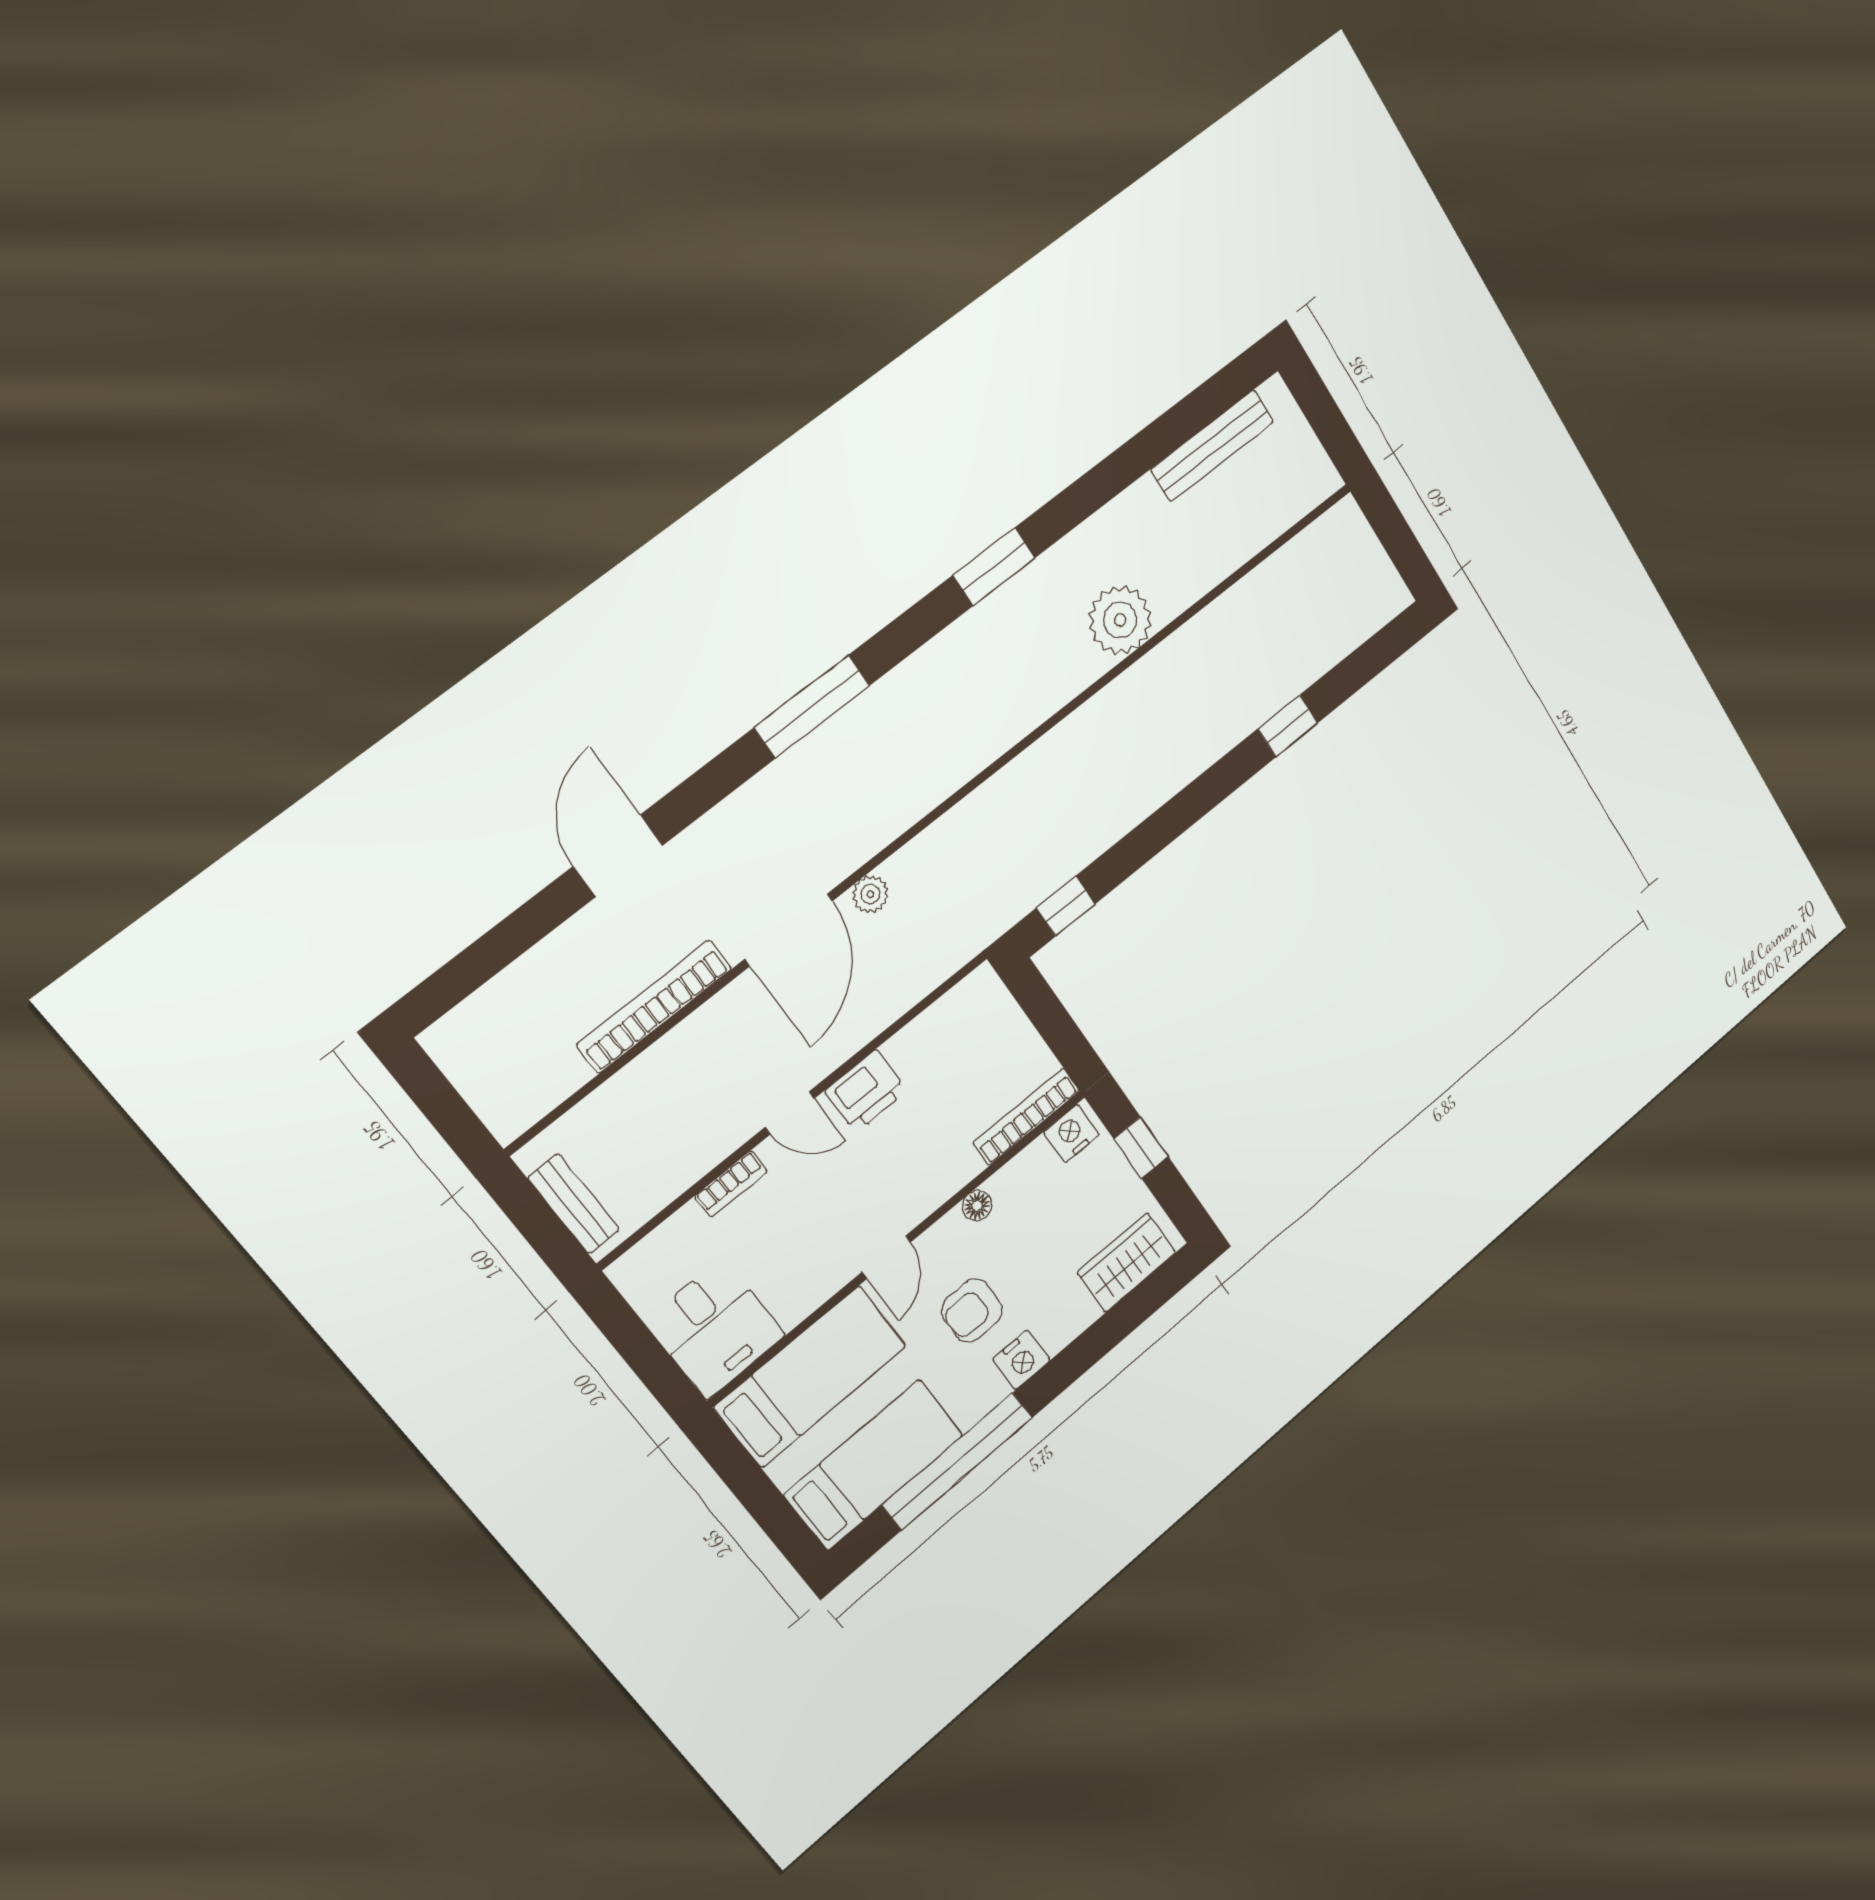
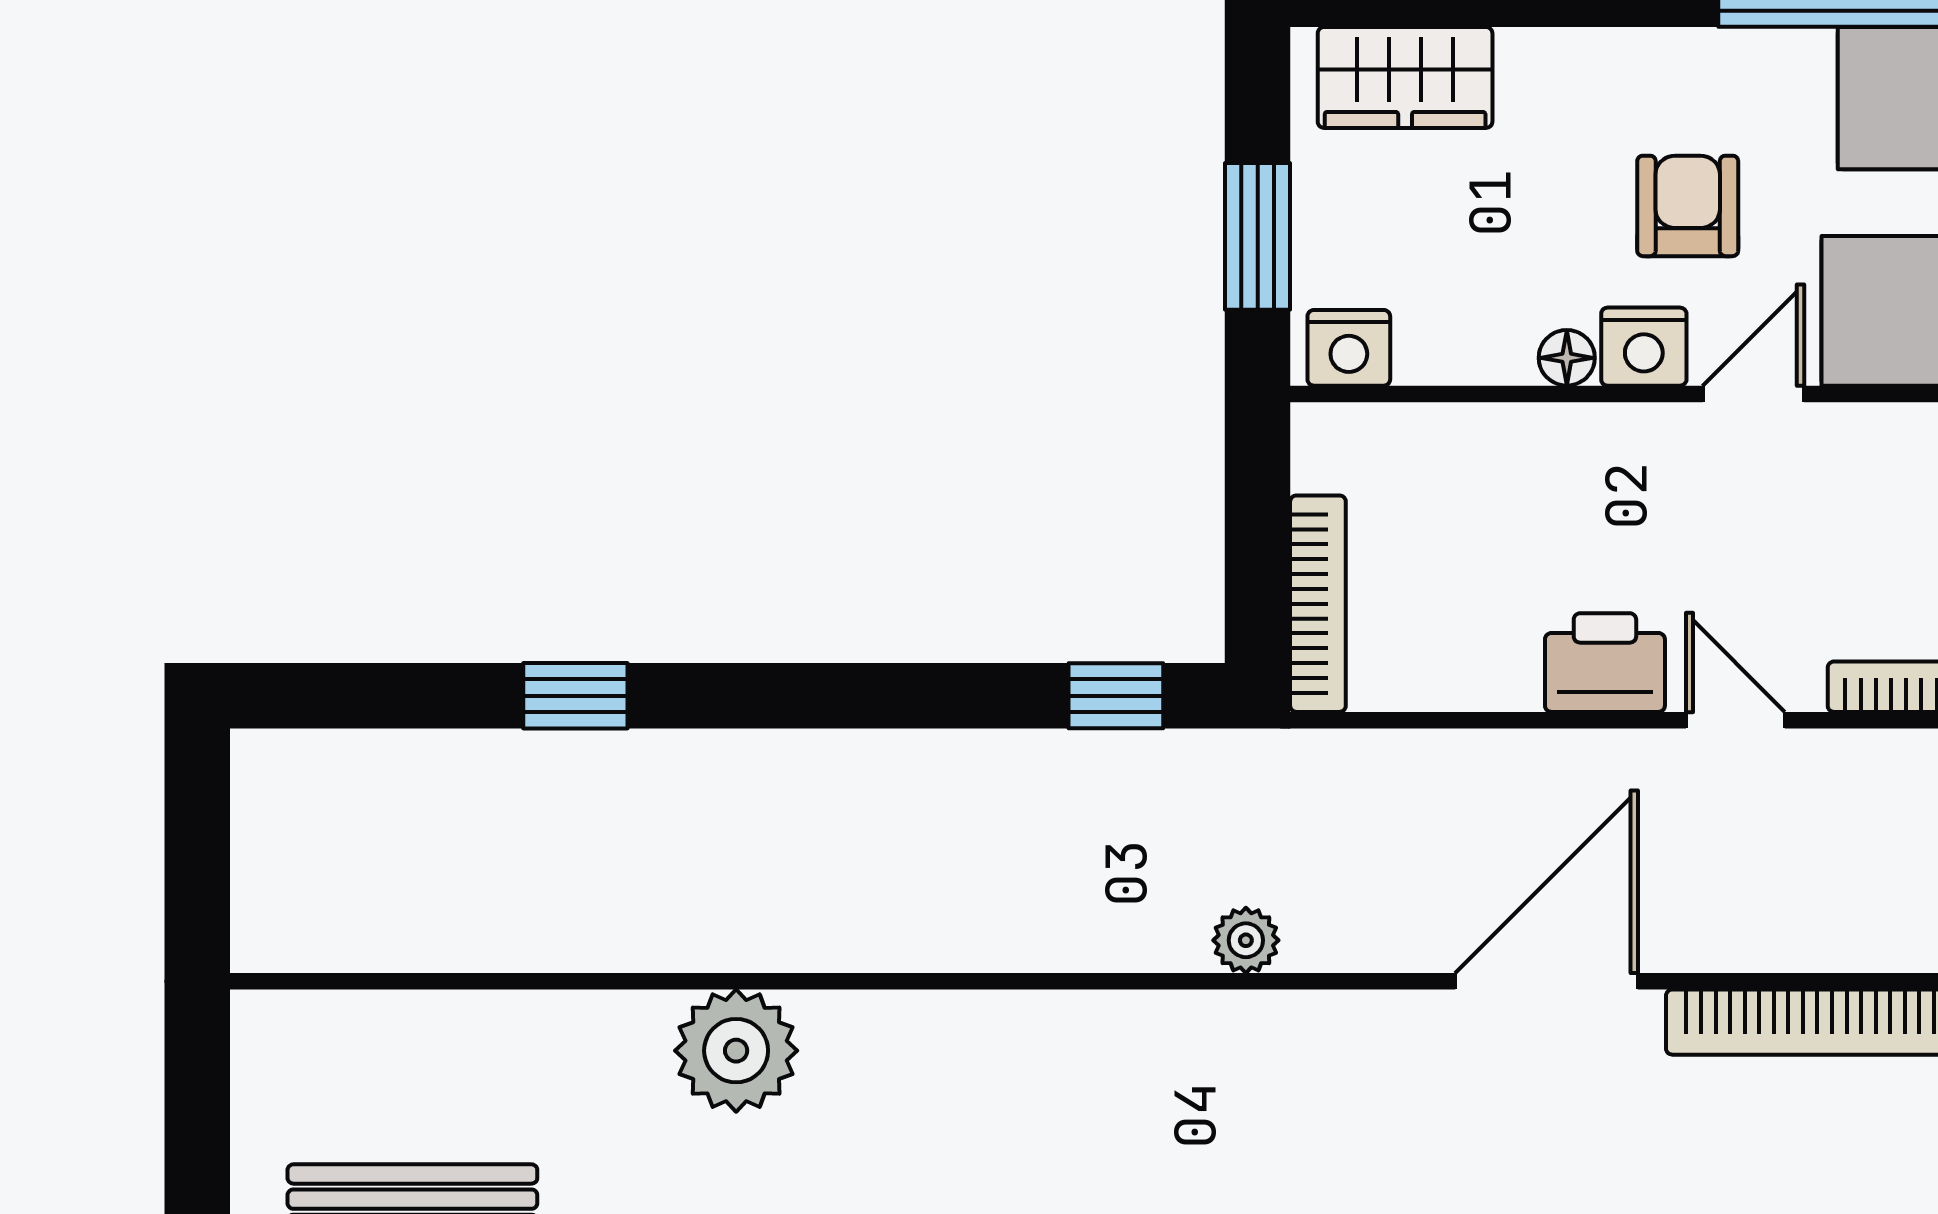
plant: (870, 894) -> (1246, 940), moved
bookcase: (1026, 1117) -> (1318, 604), moved, turned -90
window: (1141, 1148) -> (1258, 236), width x1.50
armchair: (972, 1310) -> (1688, 206), turned -90
nightstand: (1021, 1360) -> (1644, 347), moved, turned 180

